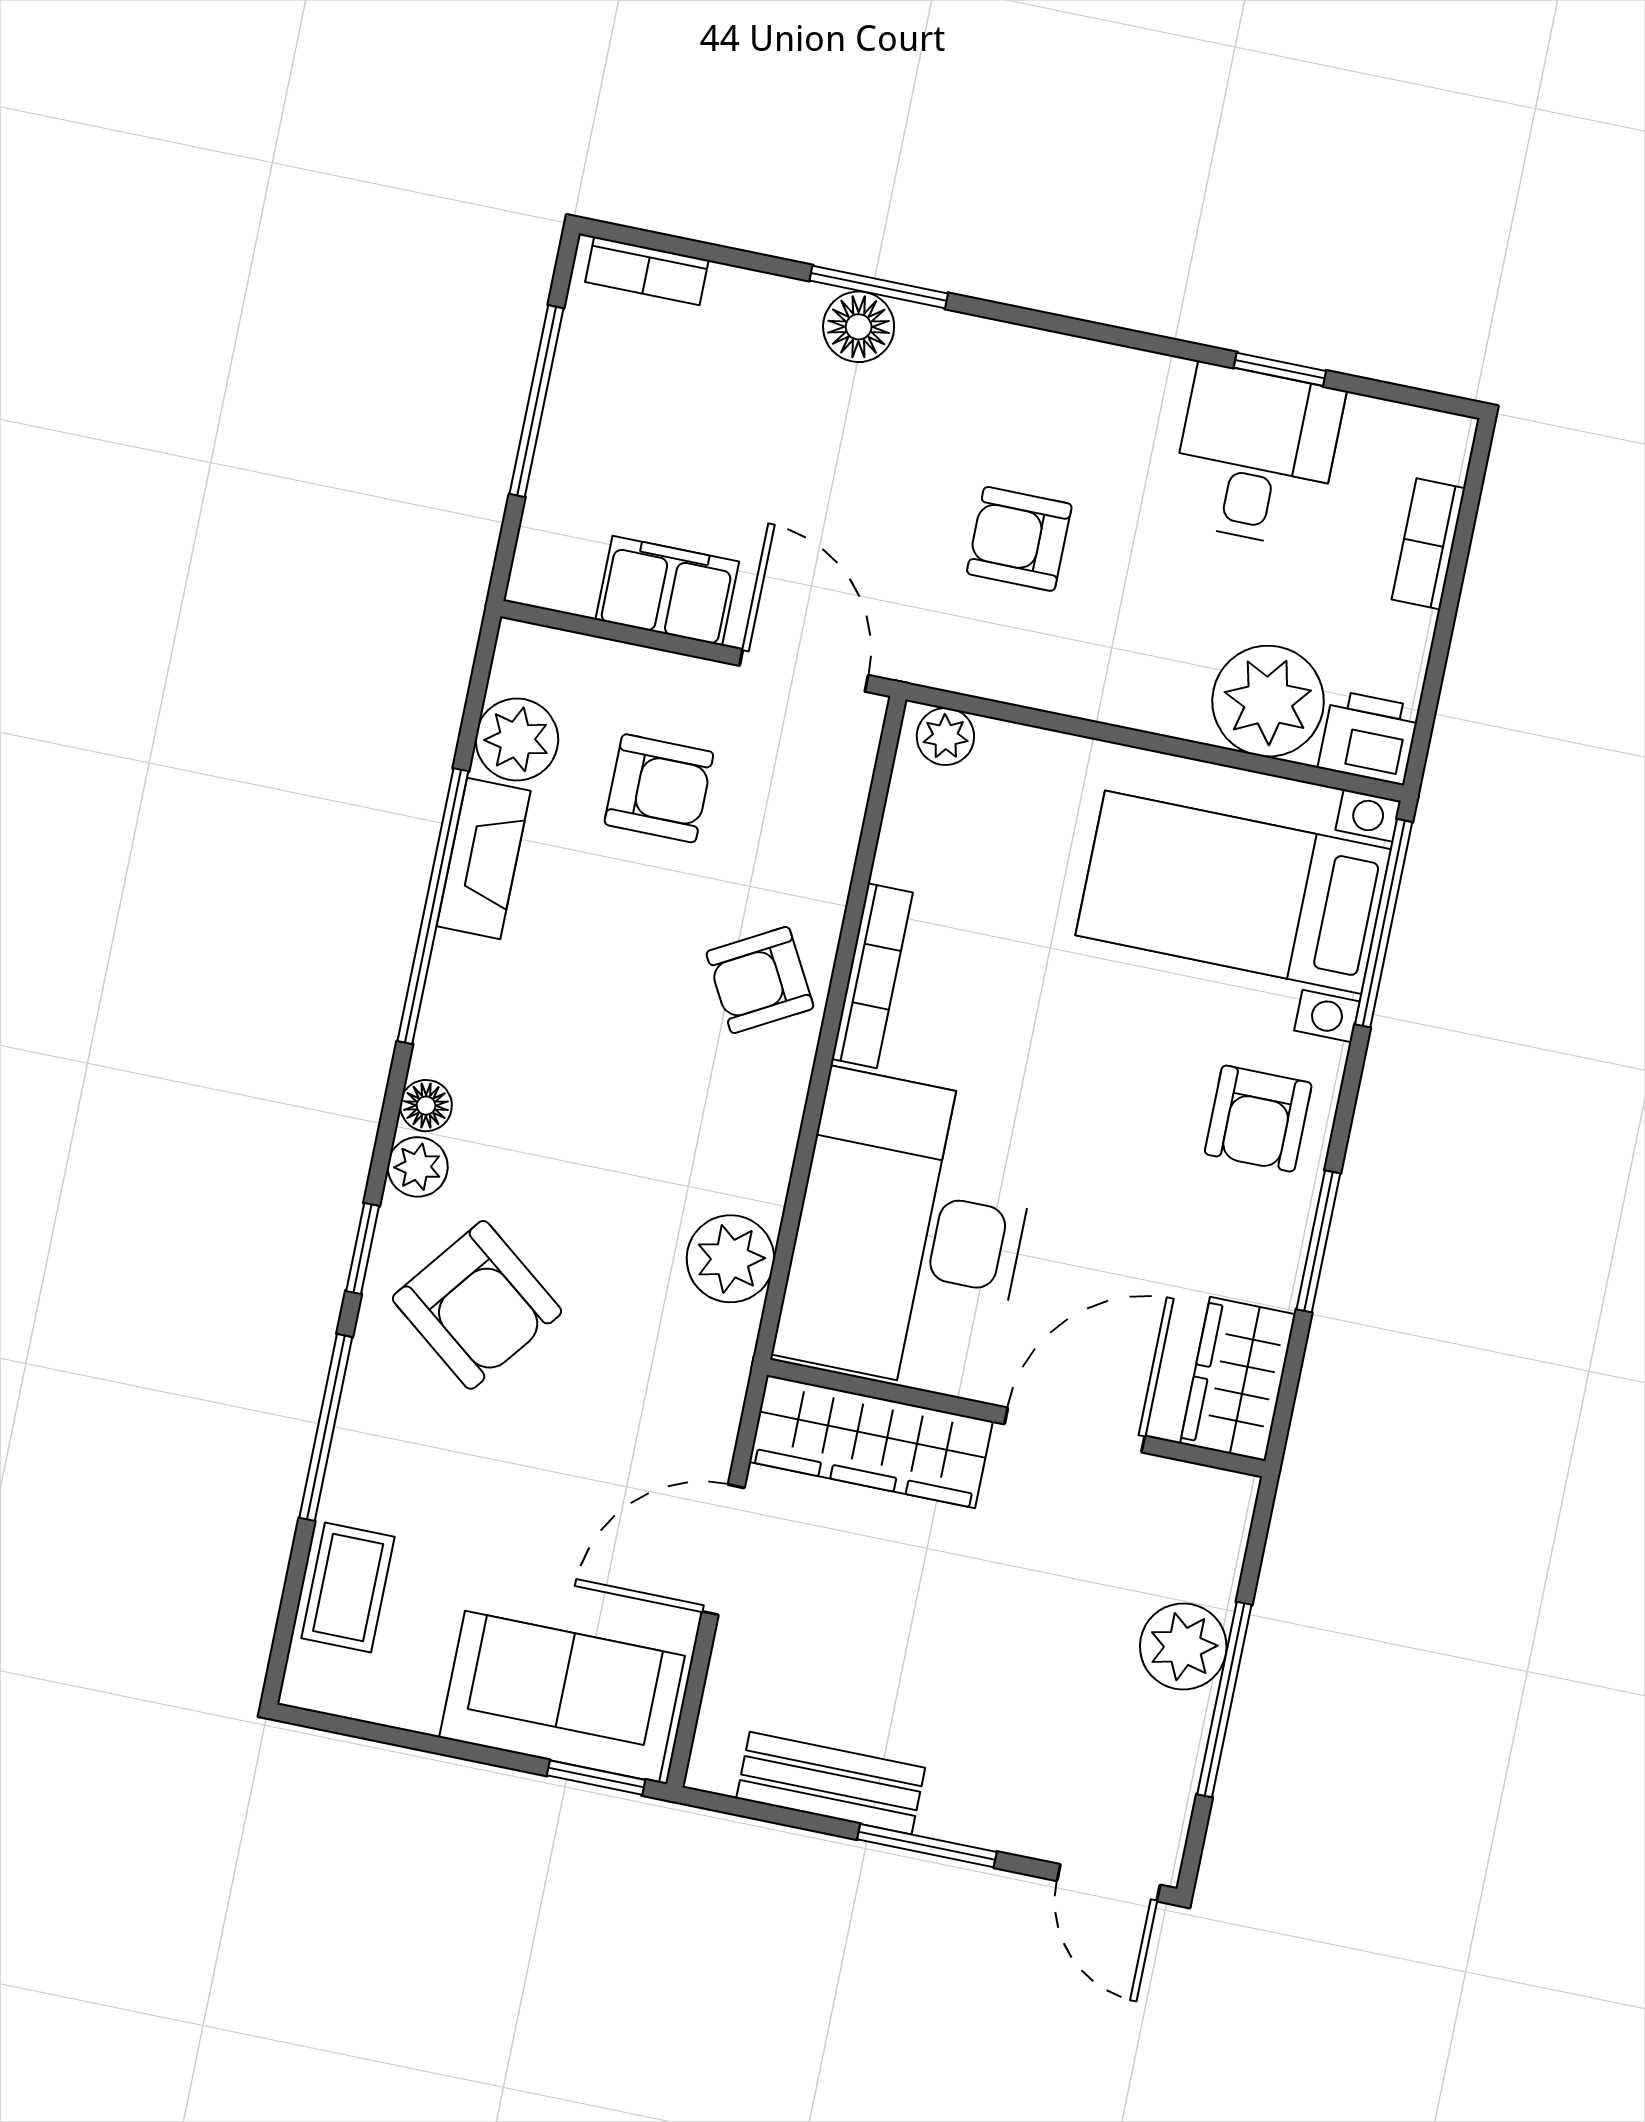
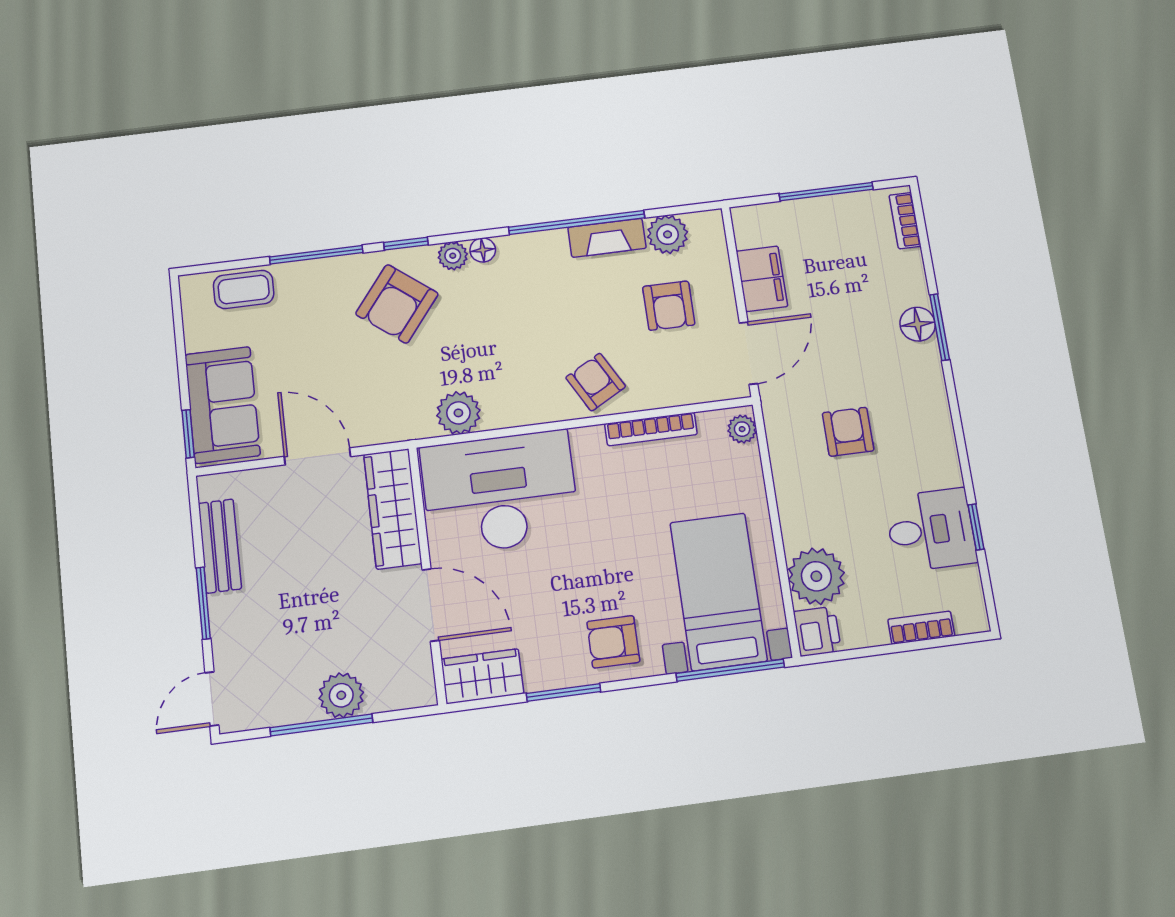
bookcase: (872, 976) -> (651, 429), moved

